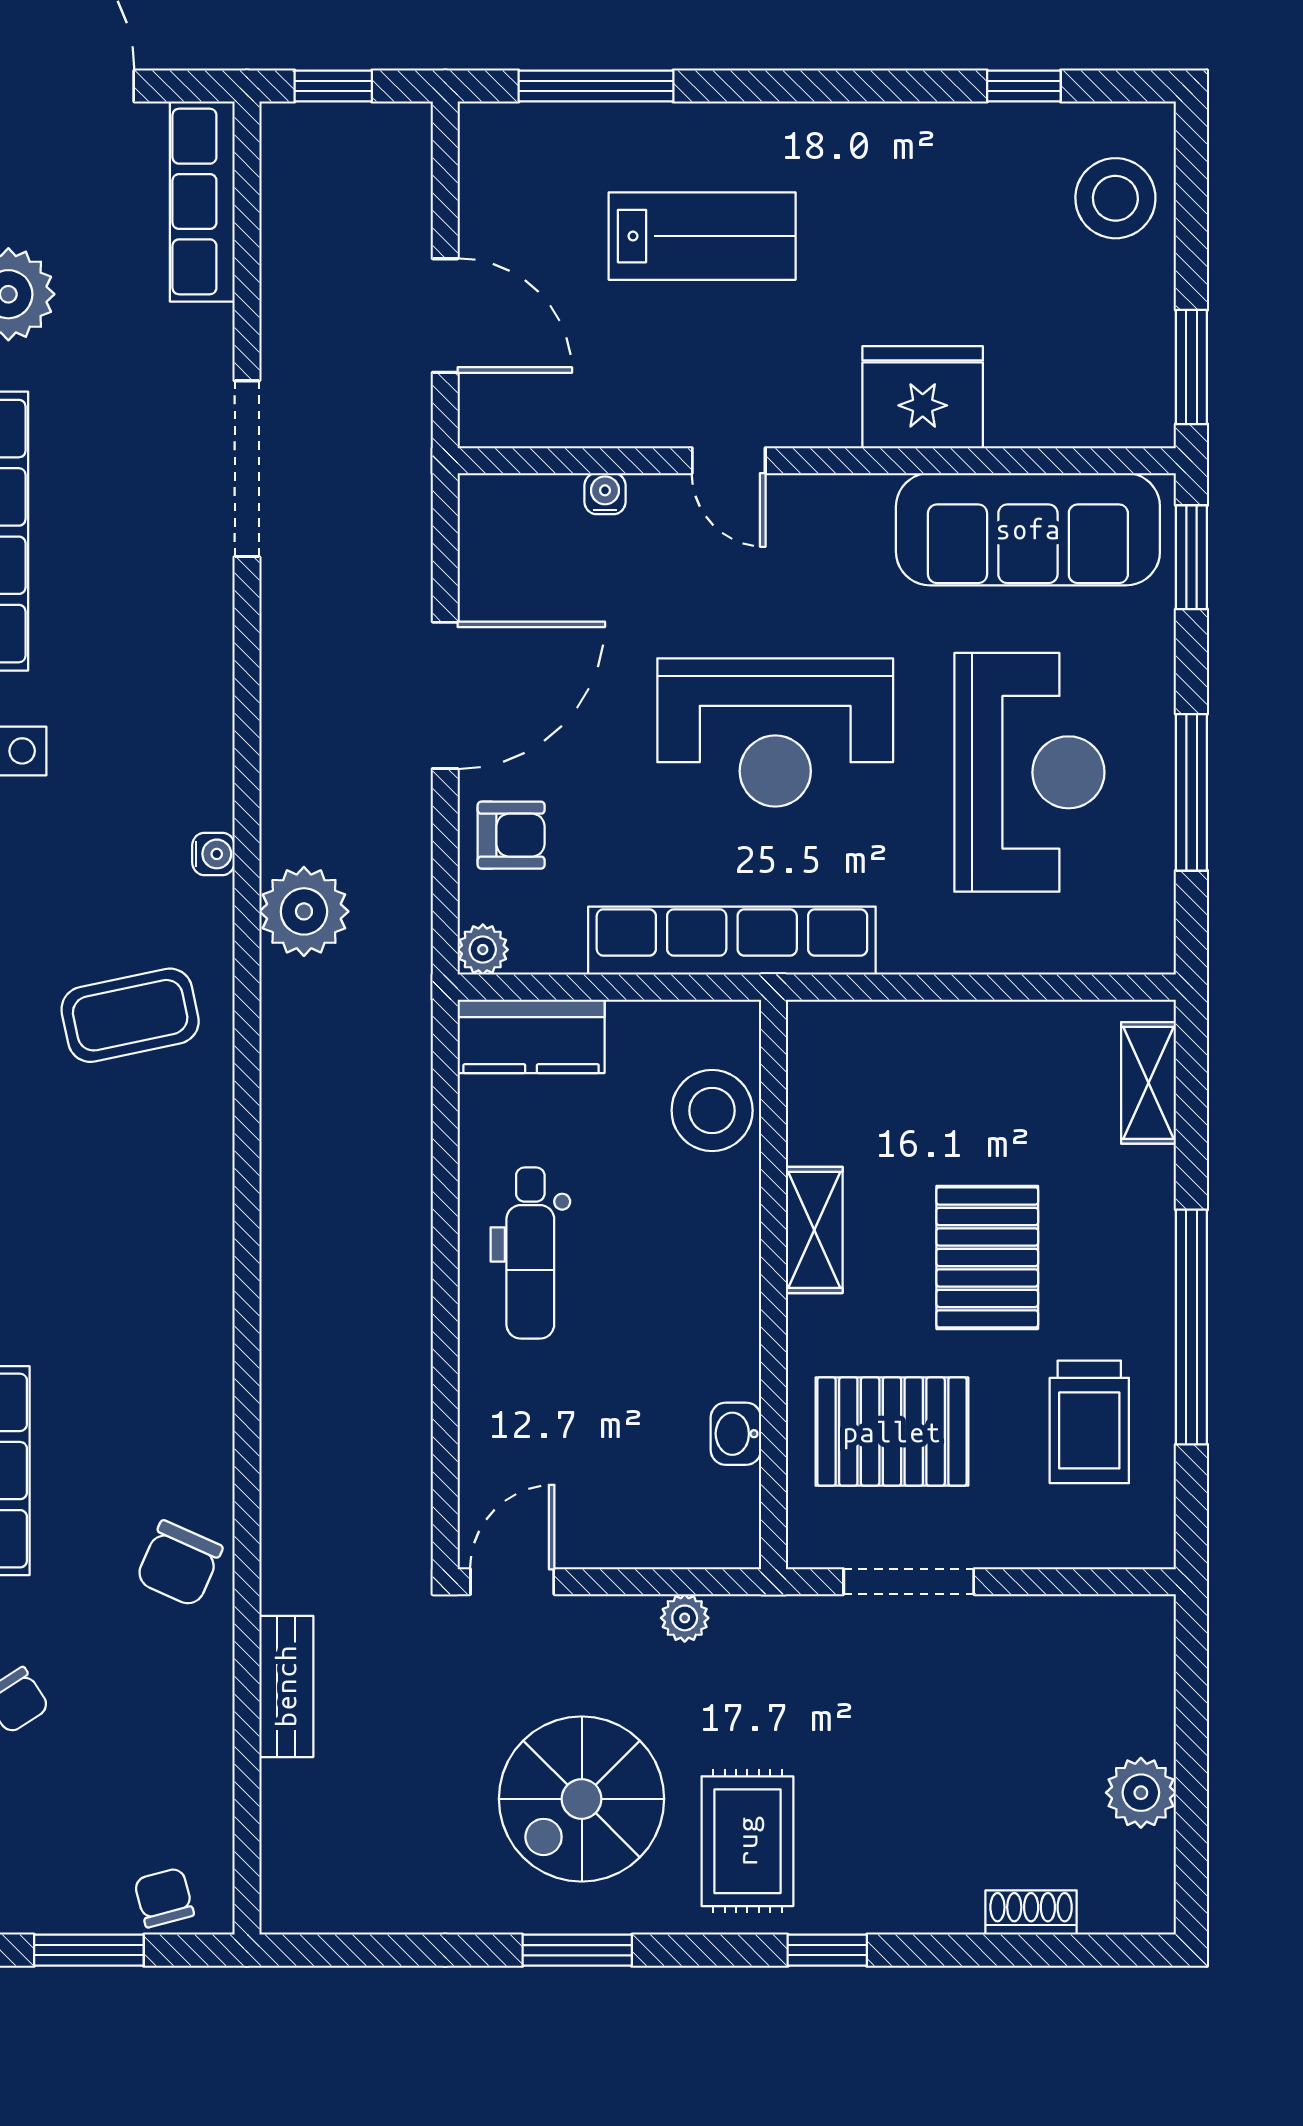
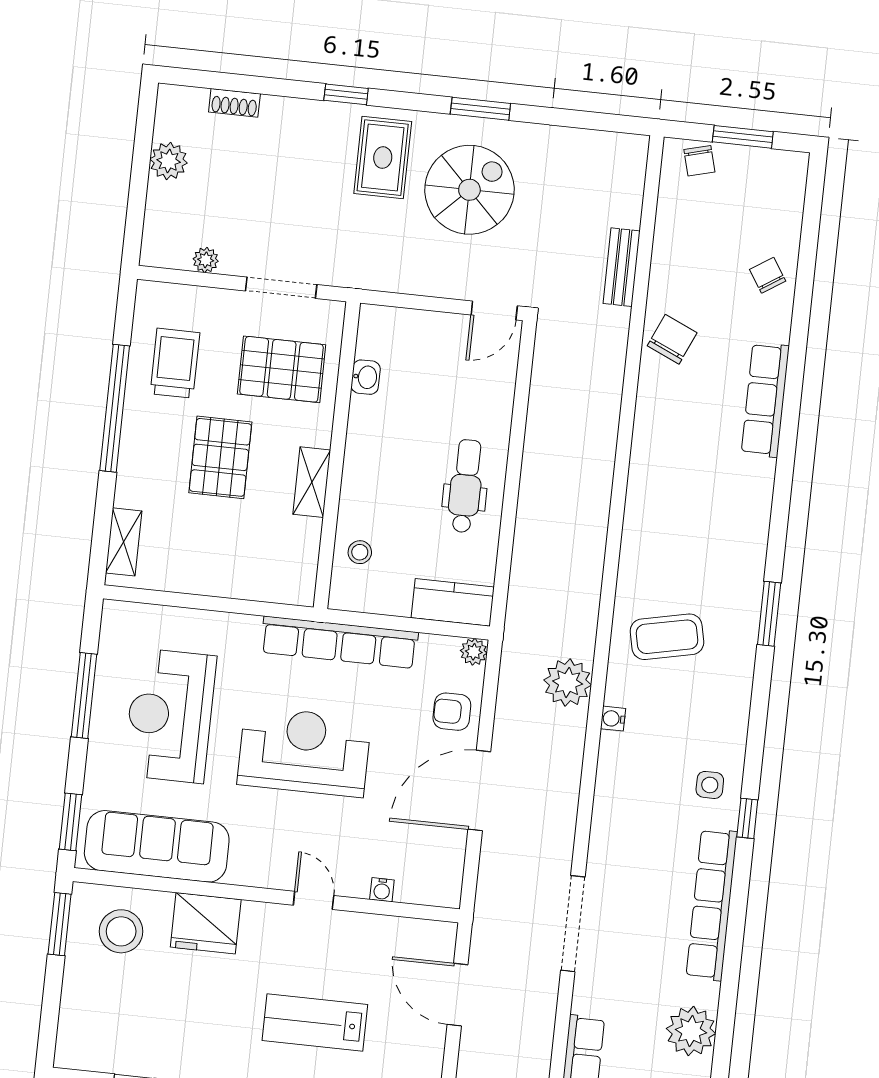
stool: (1115, 198) -> (121, 931), moved
stool: (712, 1110) -> (360, 552), width x0.53, depth x0.53
plant: (685, 1618) -> (206, 260), moved

